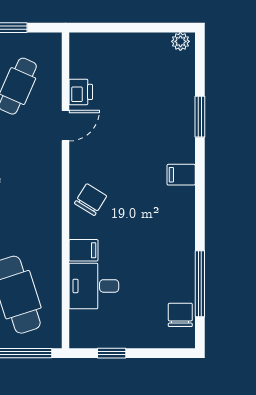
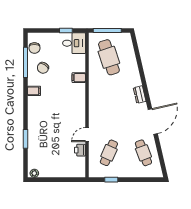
filing cabinet: (181, 175) -> (34, 91), moved
chair: (91, 200) -> (43, 68), moved
desk: (94, 286) -> (74, 43), moved

